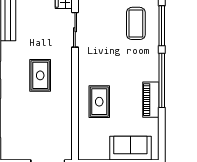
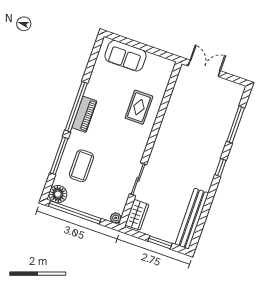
rug: (40, 75) -> (184, 149), removed
piano: (151, 100) -> (84, 114), moved

